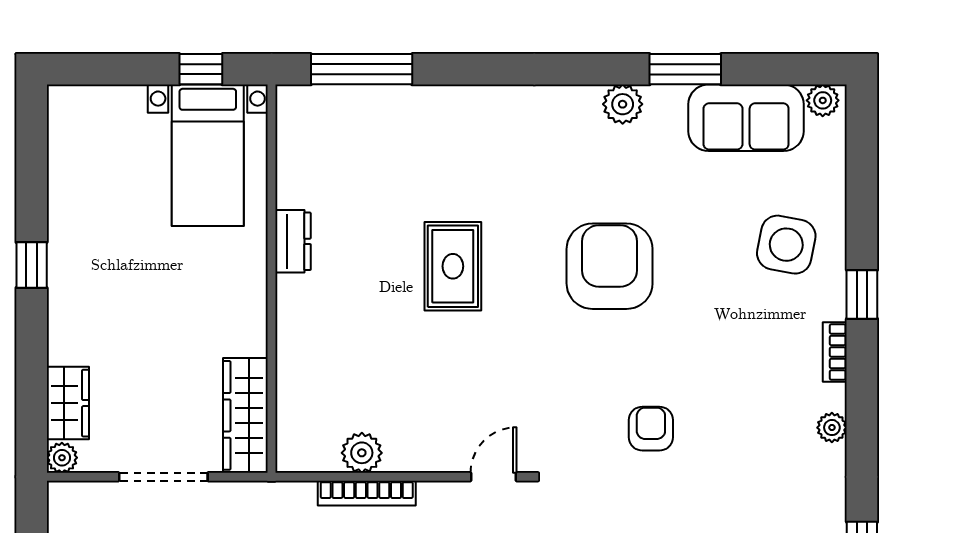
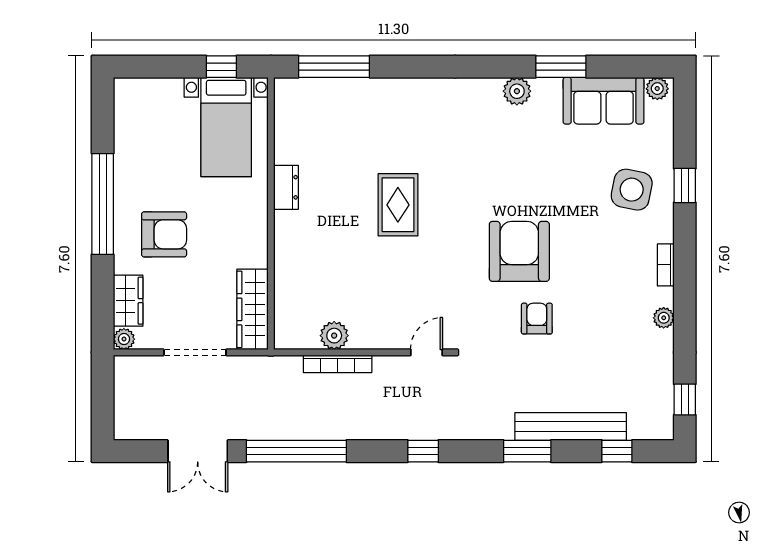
window: (32, 265) -> (103, 204), width x3.17
armchair: (610, 266) -> (519, 251), moved
window: (862, 294) -> (685, 185), moved
armchair: (119, 308) -> (164, 234), added

